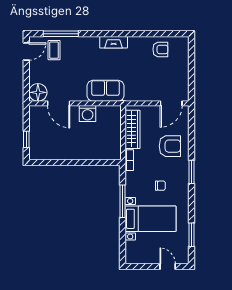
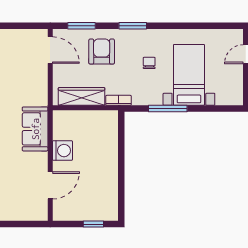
floor lamp: (38, 92) -> (37, 210), removed
window: (191, 235) -> (81, 26), moved

